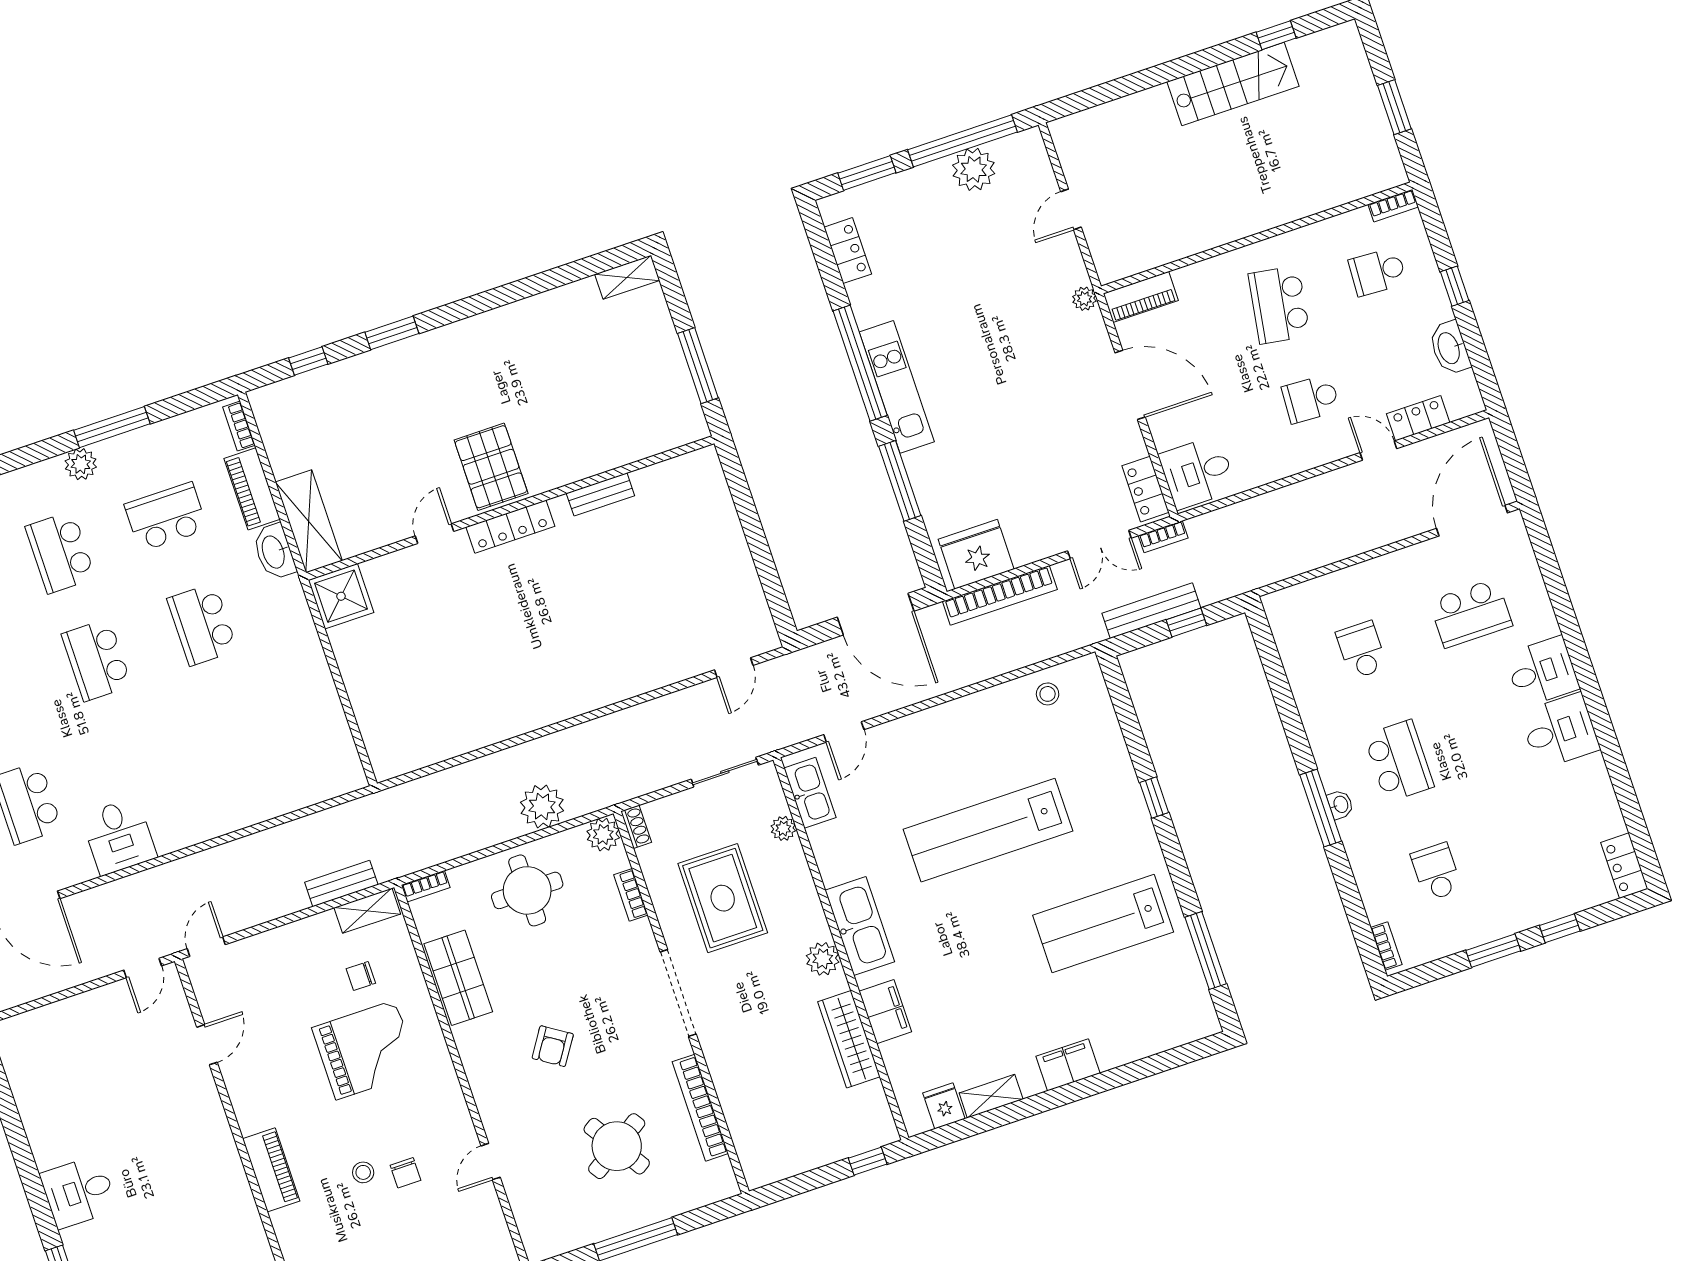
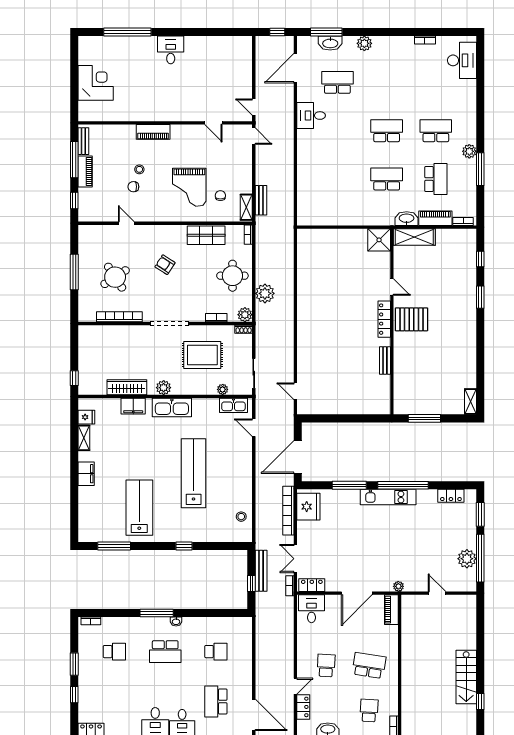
washbasin: (1340, 805) -> (176, 622), moved

